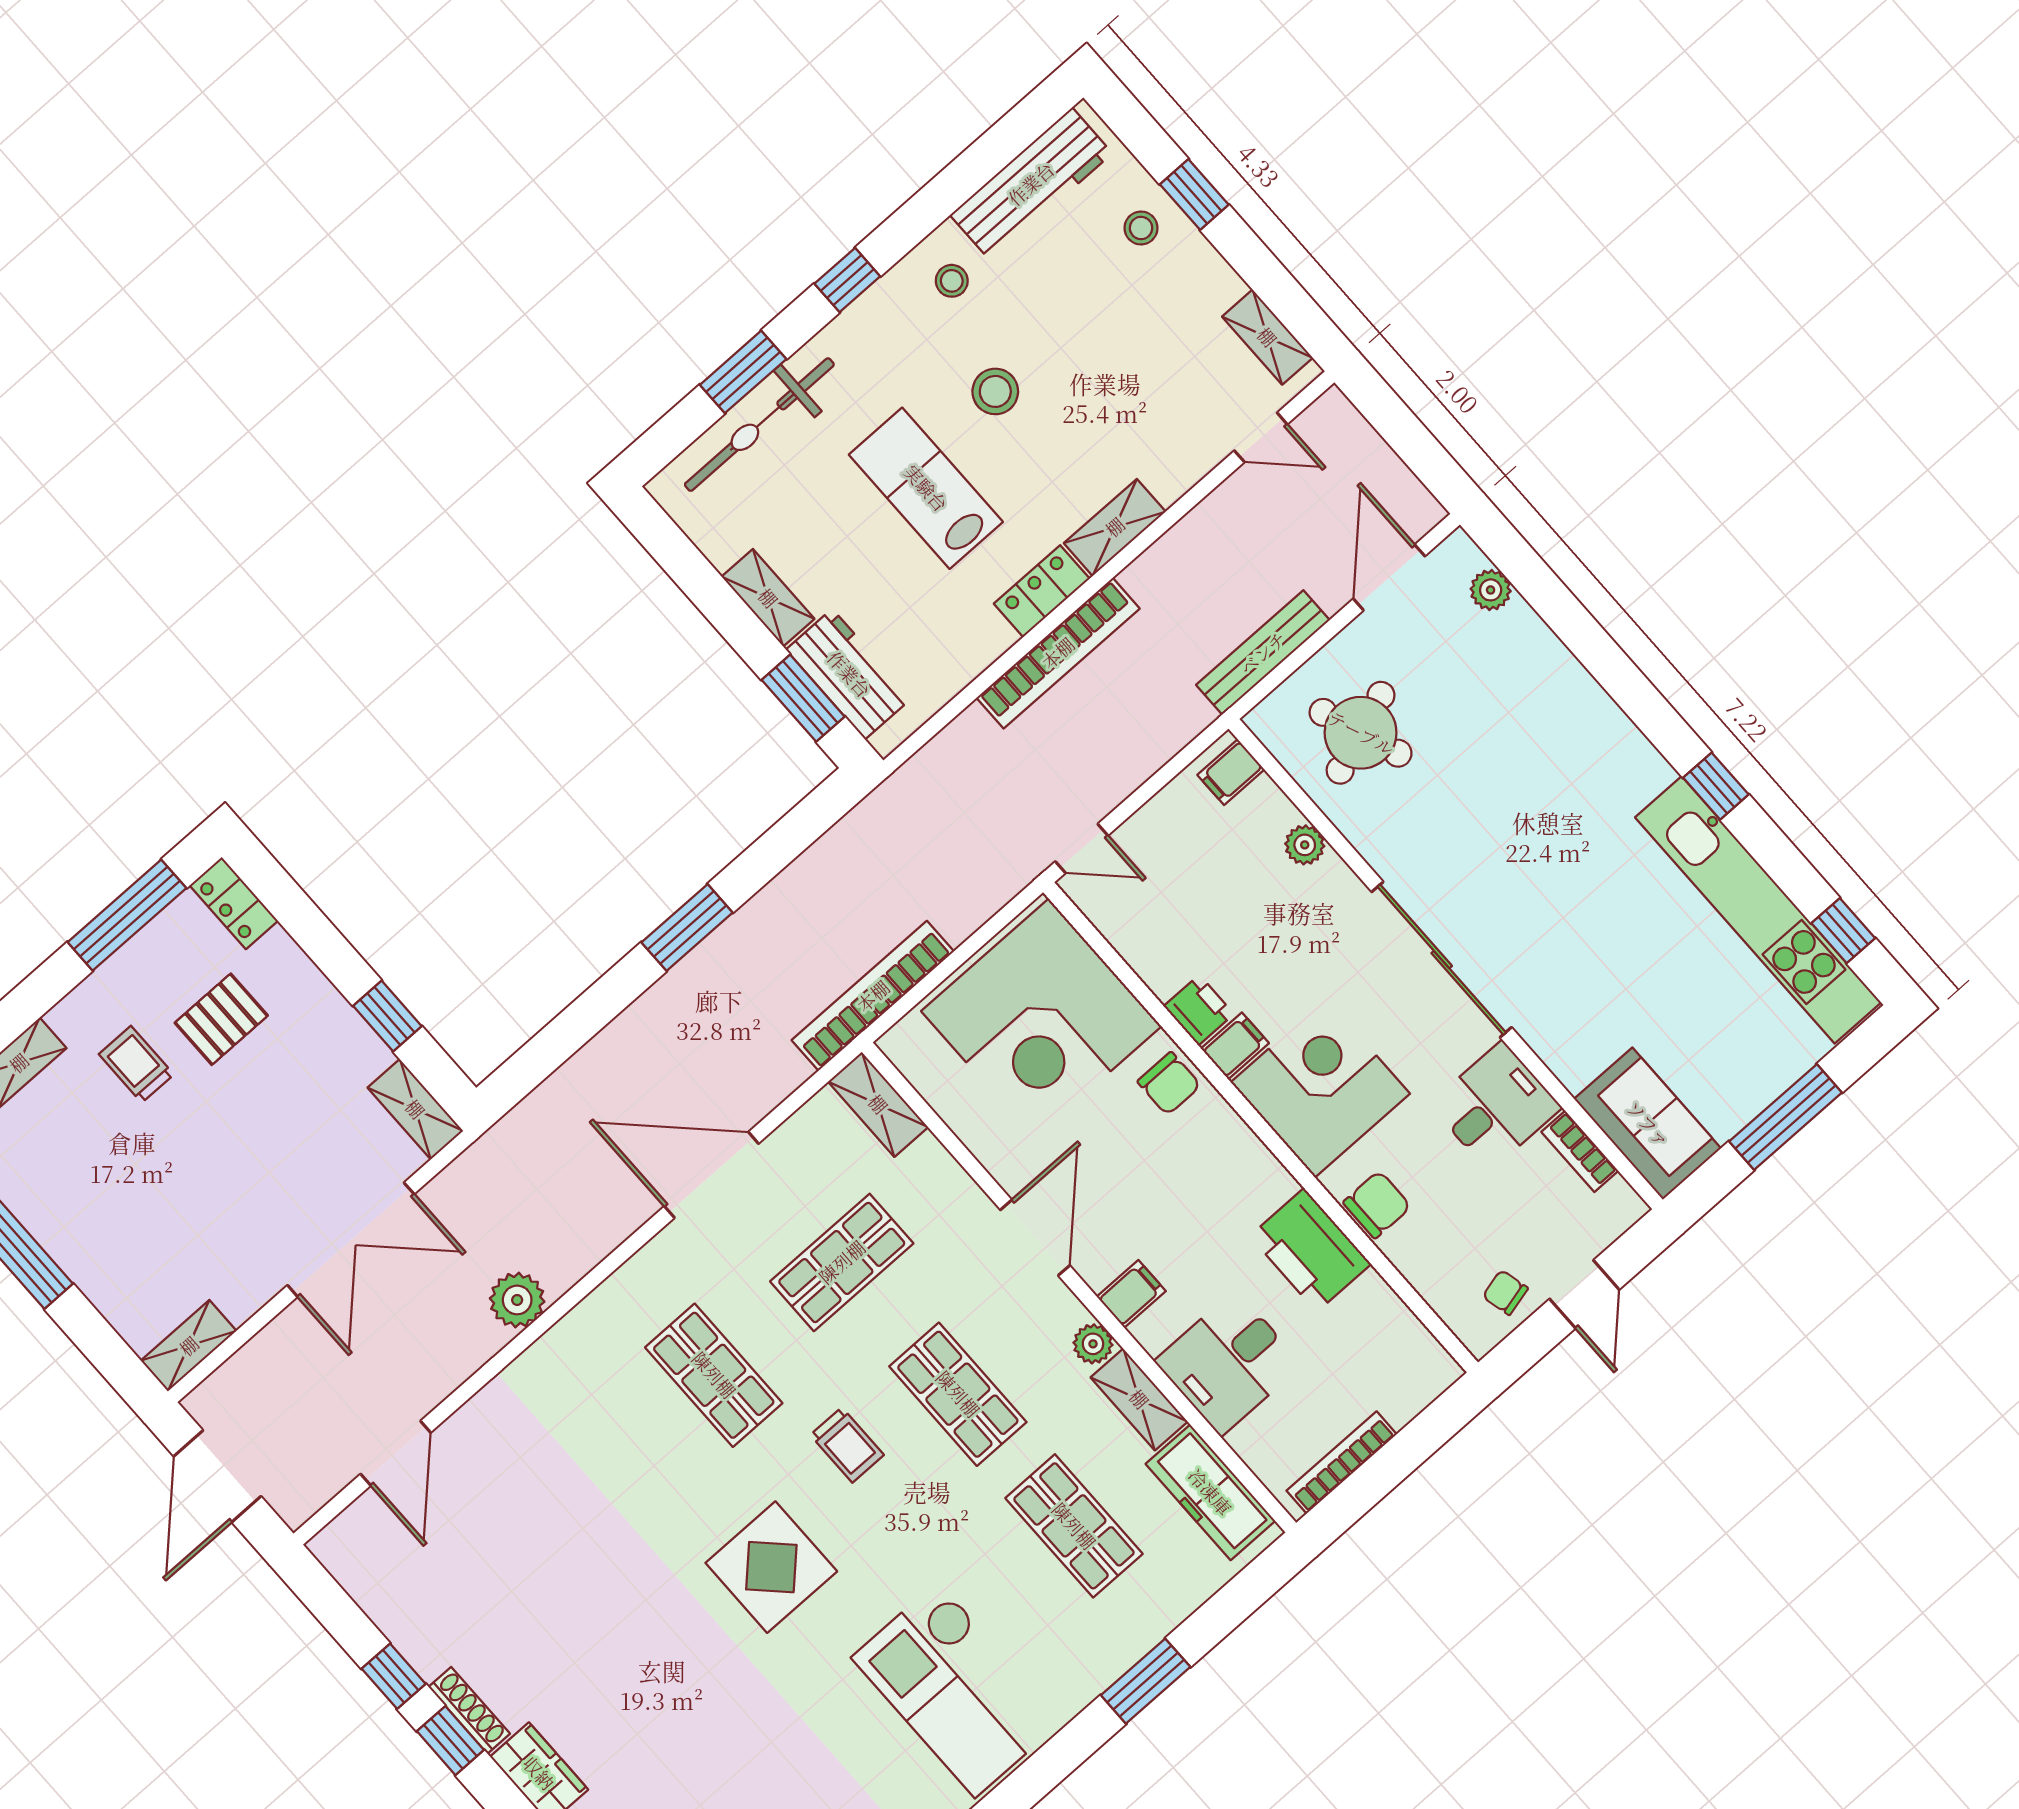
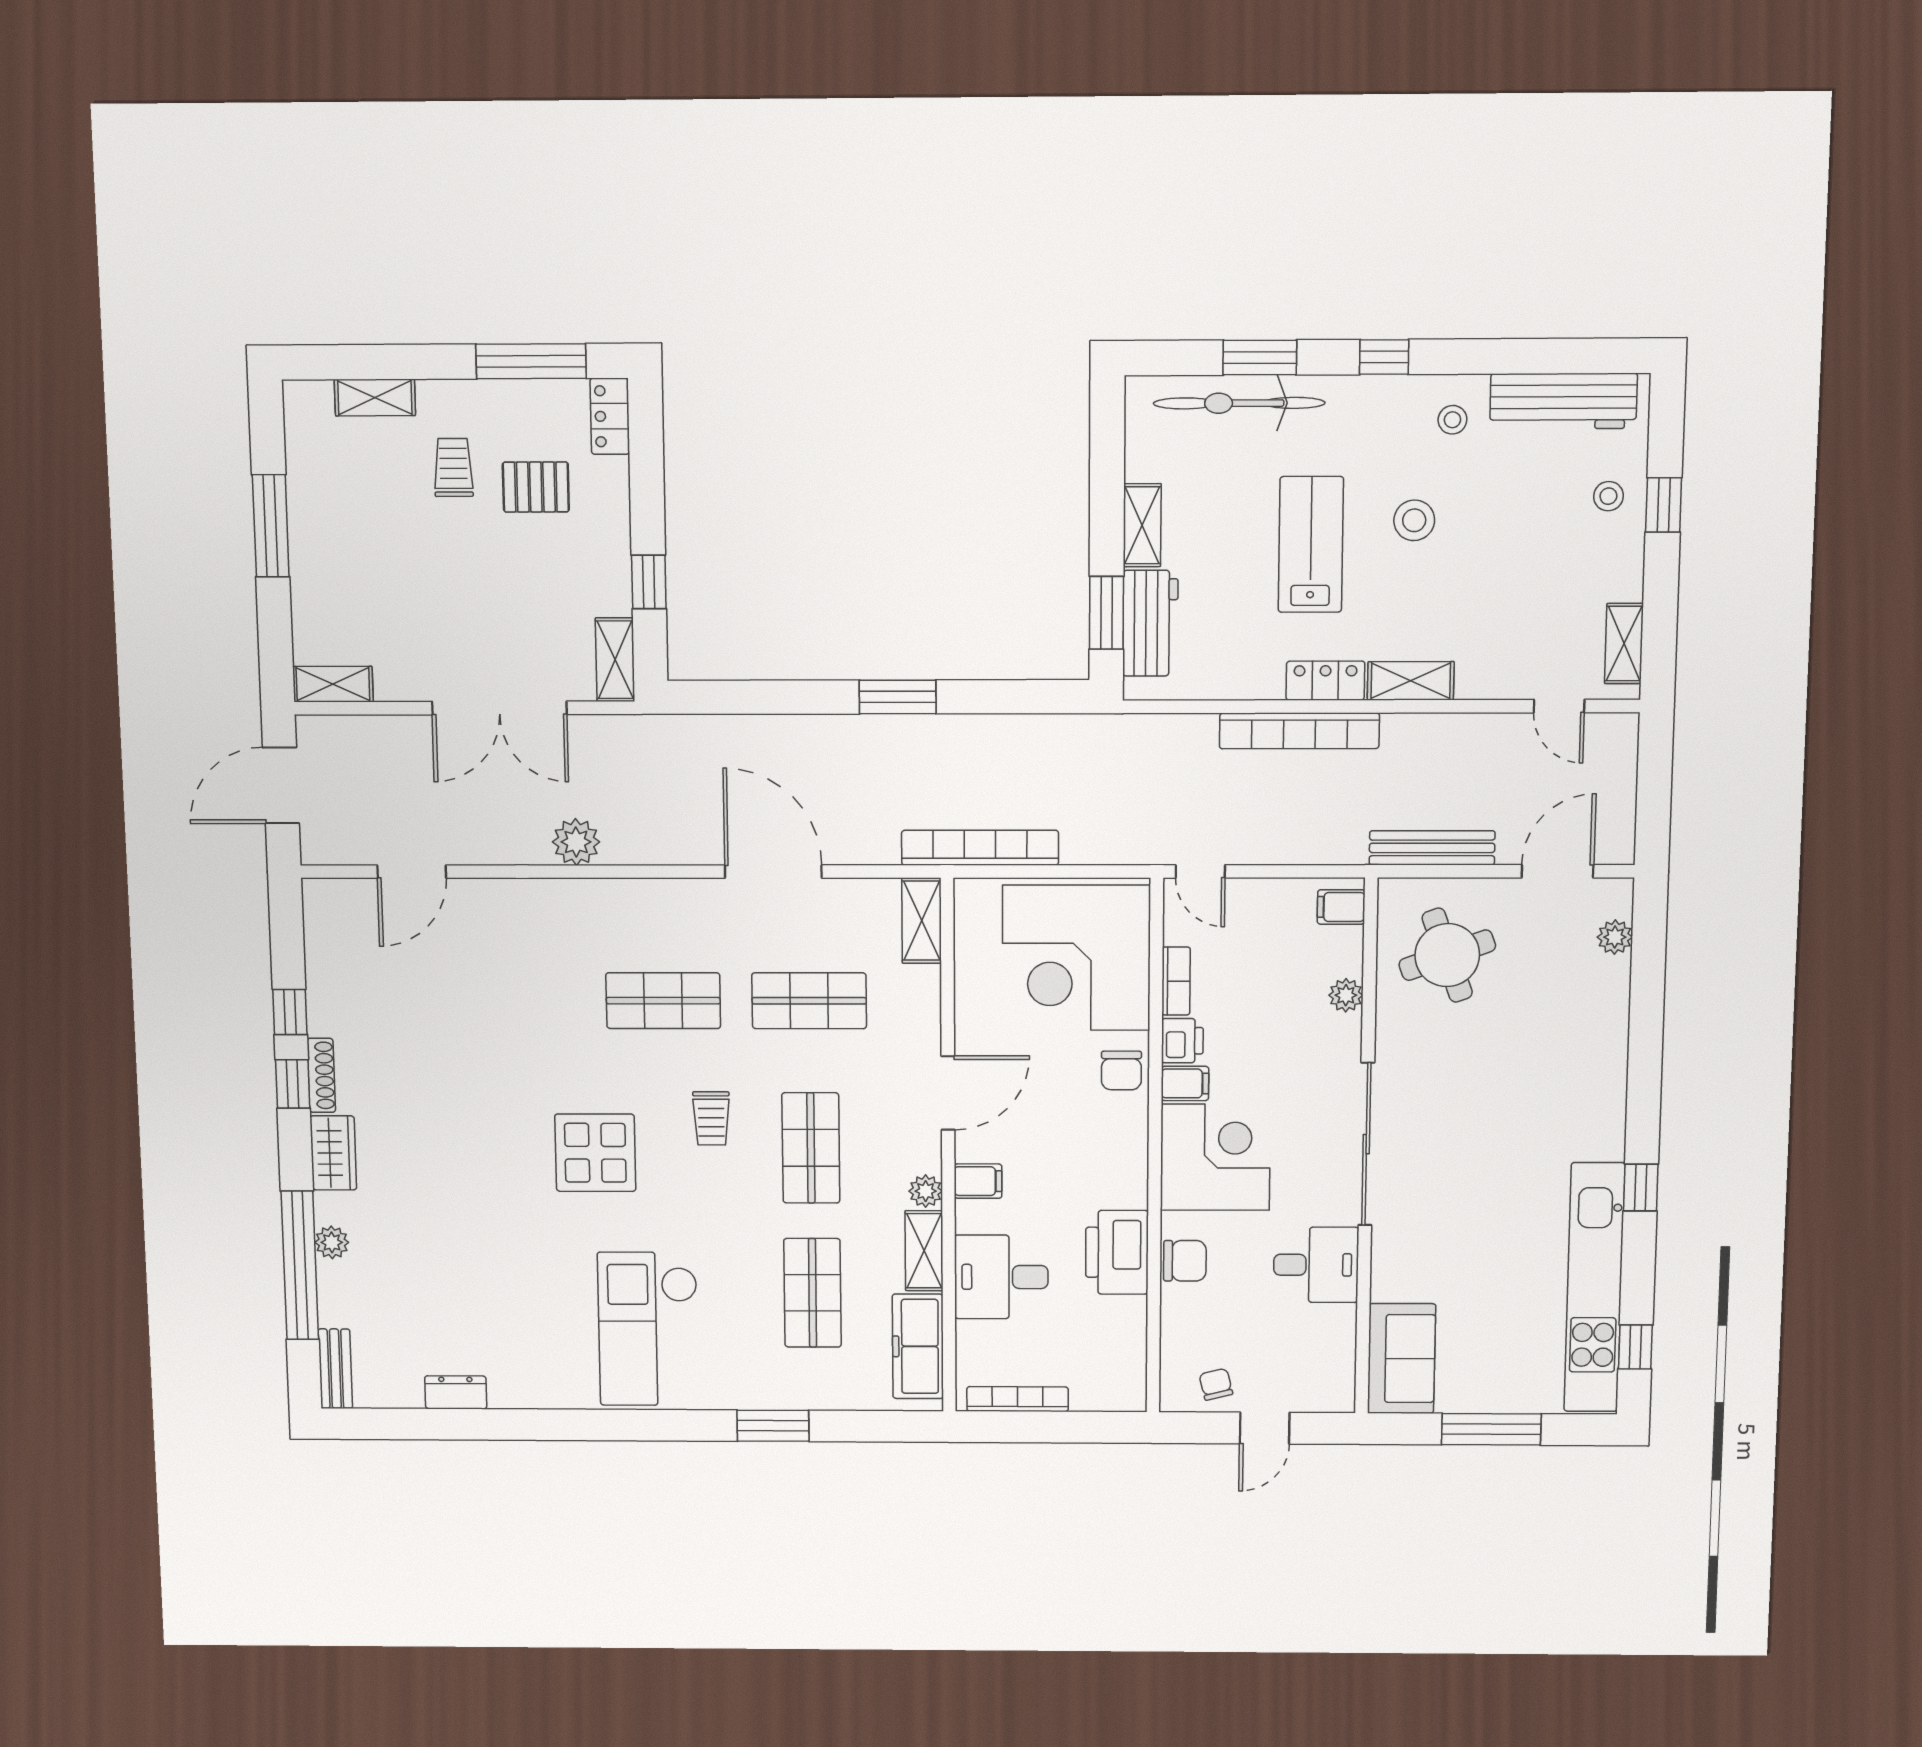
bookcase: (1580, 1151) -> (1176, 981), moved, turned 180
shop shelf: (714, 1375) -> (663, 1001), turned 90

